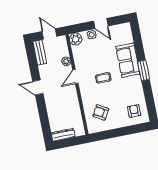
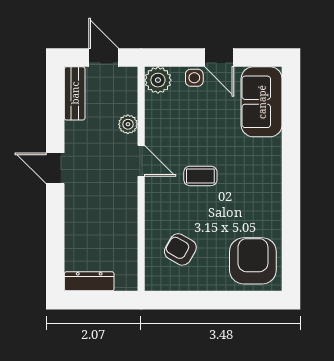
sofa: (128, 60) -> (262, 102), moved
window: (144, 70) -> (291, 177), removed
door: (75, 77) -> (141, 161), swing flipped
armchair: (134, 111) -> (253, 261), width x1.88, depth x1.88

